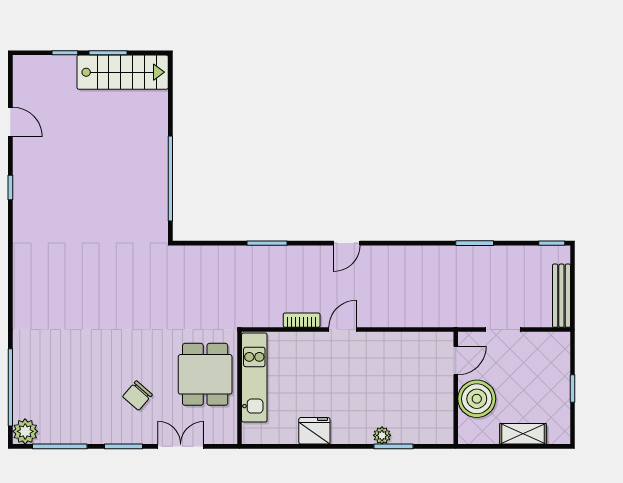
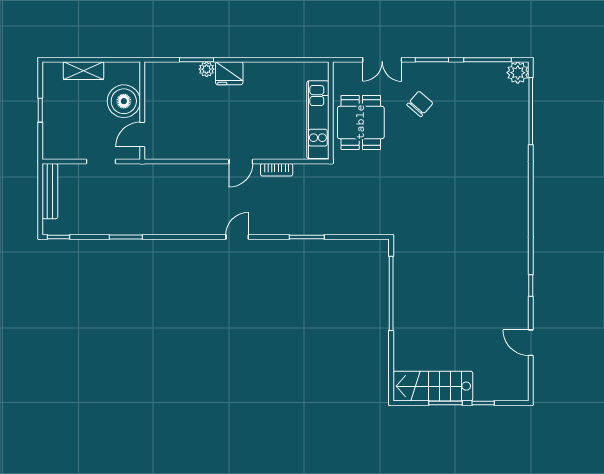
fridge: (314, 431) -> (229, 73), moved

